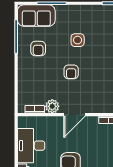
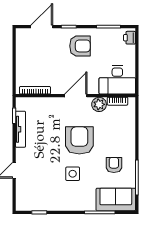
armchair: (71, 72) -> (79, 140), width x1.88, depth x1.88
desk: (31, 146) -> (117, 80), moved, turned 90

